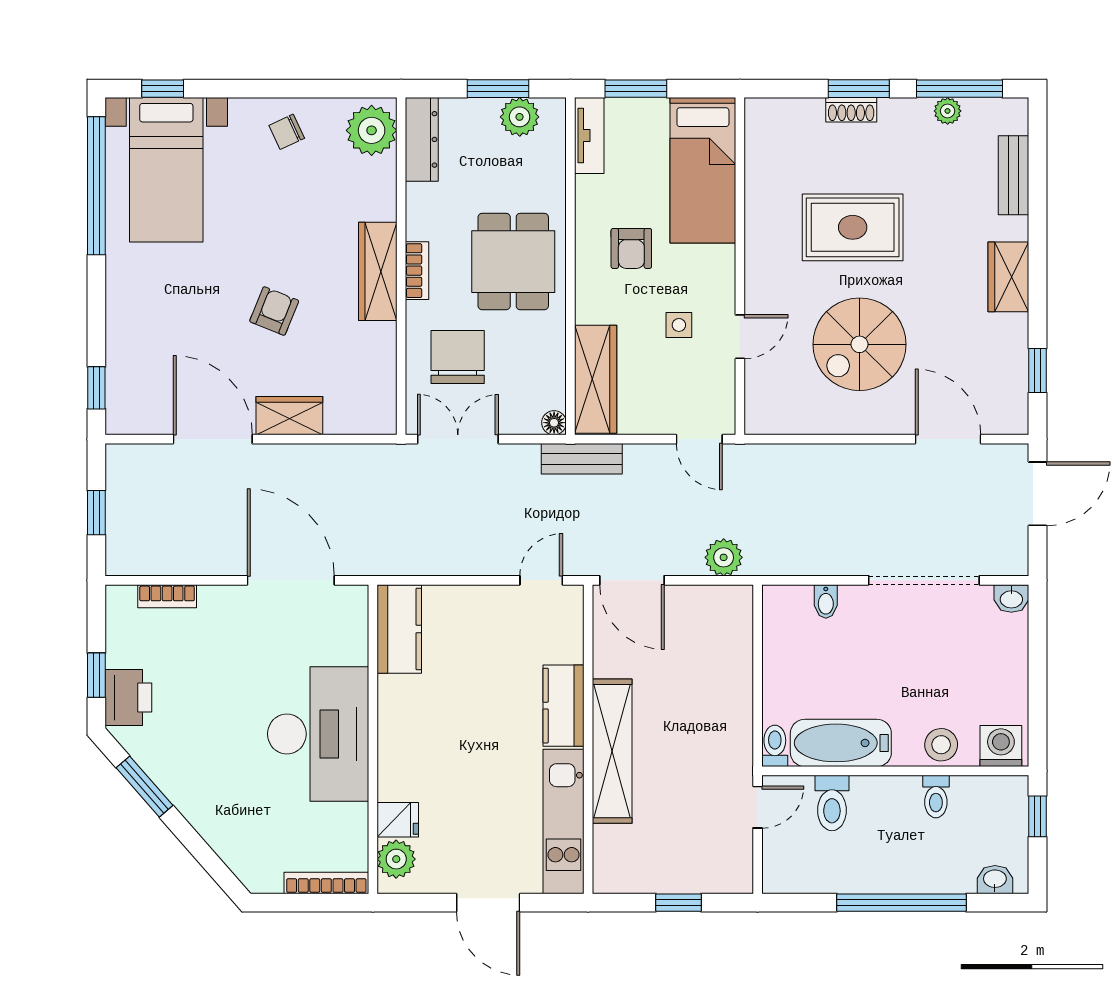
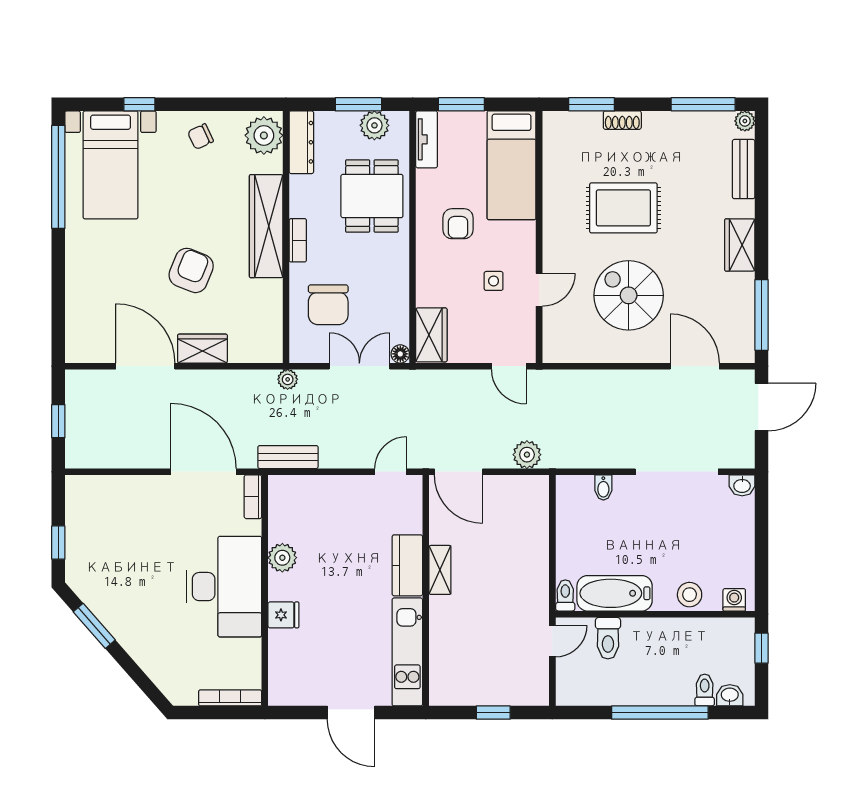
window: (163, 89) -> (139, 104), moved
window: (859, 89) -> (592, 104), moved
plant: (948, 111) -> (745, 121), moved
dining table: (513, 262) -> (372, 196), moved
wardrobe: (378, 271) -> (266, 226), width x1.40, depth x1.17
armchair: (274, 311) -> (191, 270), width x1.38, depth x1.38
spiral stairs: (859, 344) -> (629, 295), turned 90
chair: (458, 357) -> (328, 305), turned 180
window: (1037, 371) -> (762, 315), width x2.17
wardrobe: (596, 379) -> (431, 335), width x0.67
window: (96, 388) -> (58, 328), removed
double door: (458, 439) -> (359, 366), moved
plant: (403, 457) -> (288, 379), added
bench: (582, 459) -> (288, 457), moved
bookcase: (167, 596) -> (253, 497), moved, turned 90
kitchen counter: (399, 629) -> (285, 508), removed
printer: (128, 698) -> (82, 559), removed
washing machine: (1001, 746) -> (734, 600), width x0.73, depth x0.73
shelving: (612, 751) -> (440, 570), width x0.45, depth x0.75
toilet: (936, 797) -> (705, 690), moved, turned 180
fridge: (398, 820) -> (283, 615), moved
plant: (396, 859) -> (282, 558), moved

